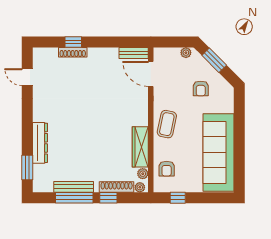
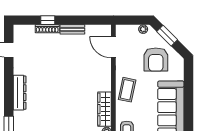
bench: (134, 53) -> (72, 29), moved
armchair: (201, 88) -> (156, 60), width x1.88, depth x1.88
dresser: (40, 143) -> (20, 93), moved

